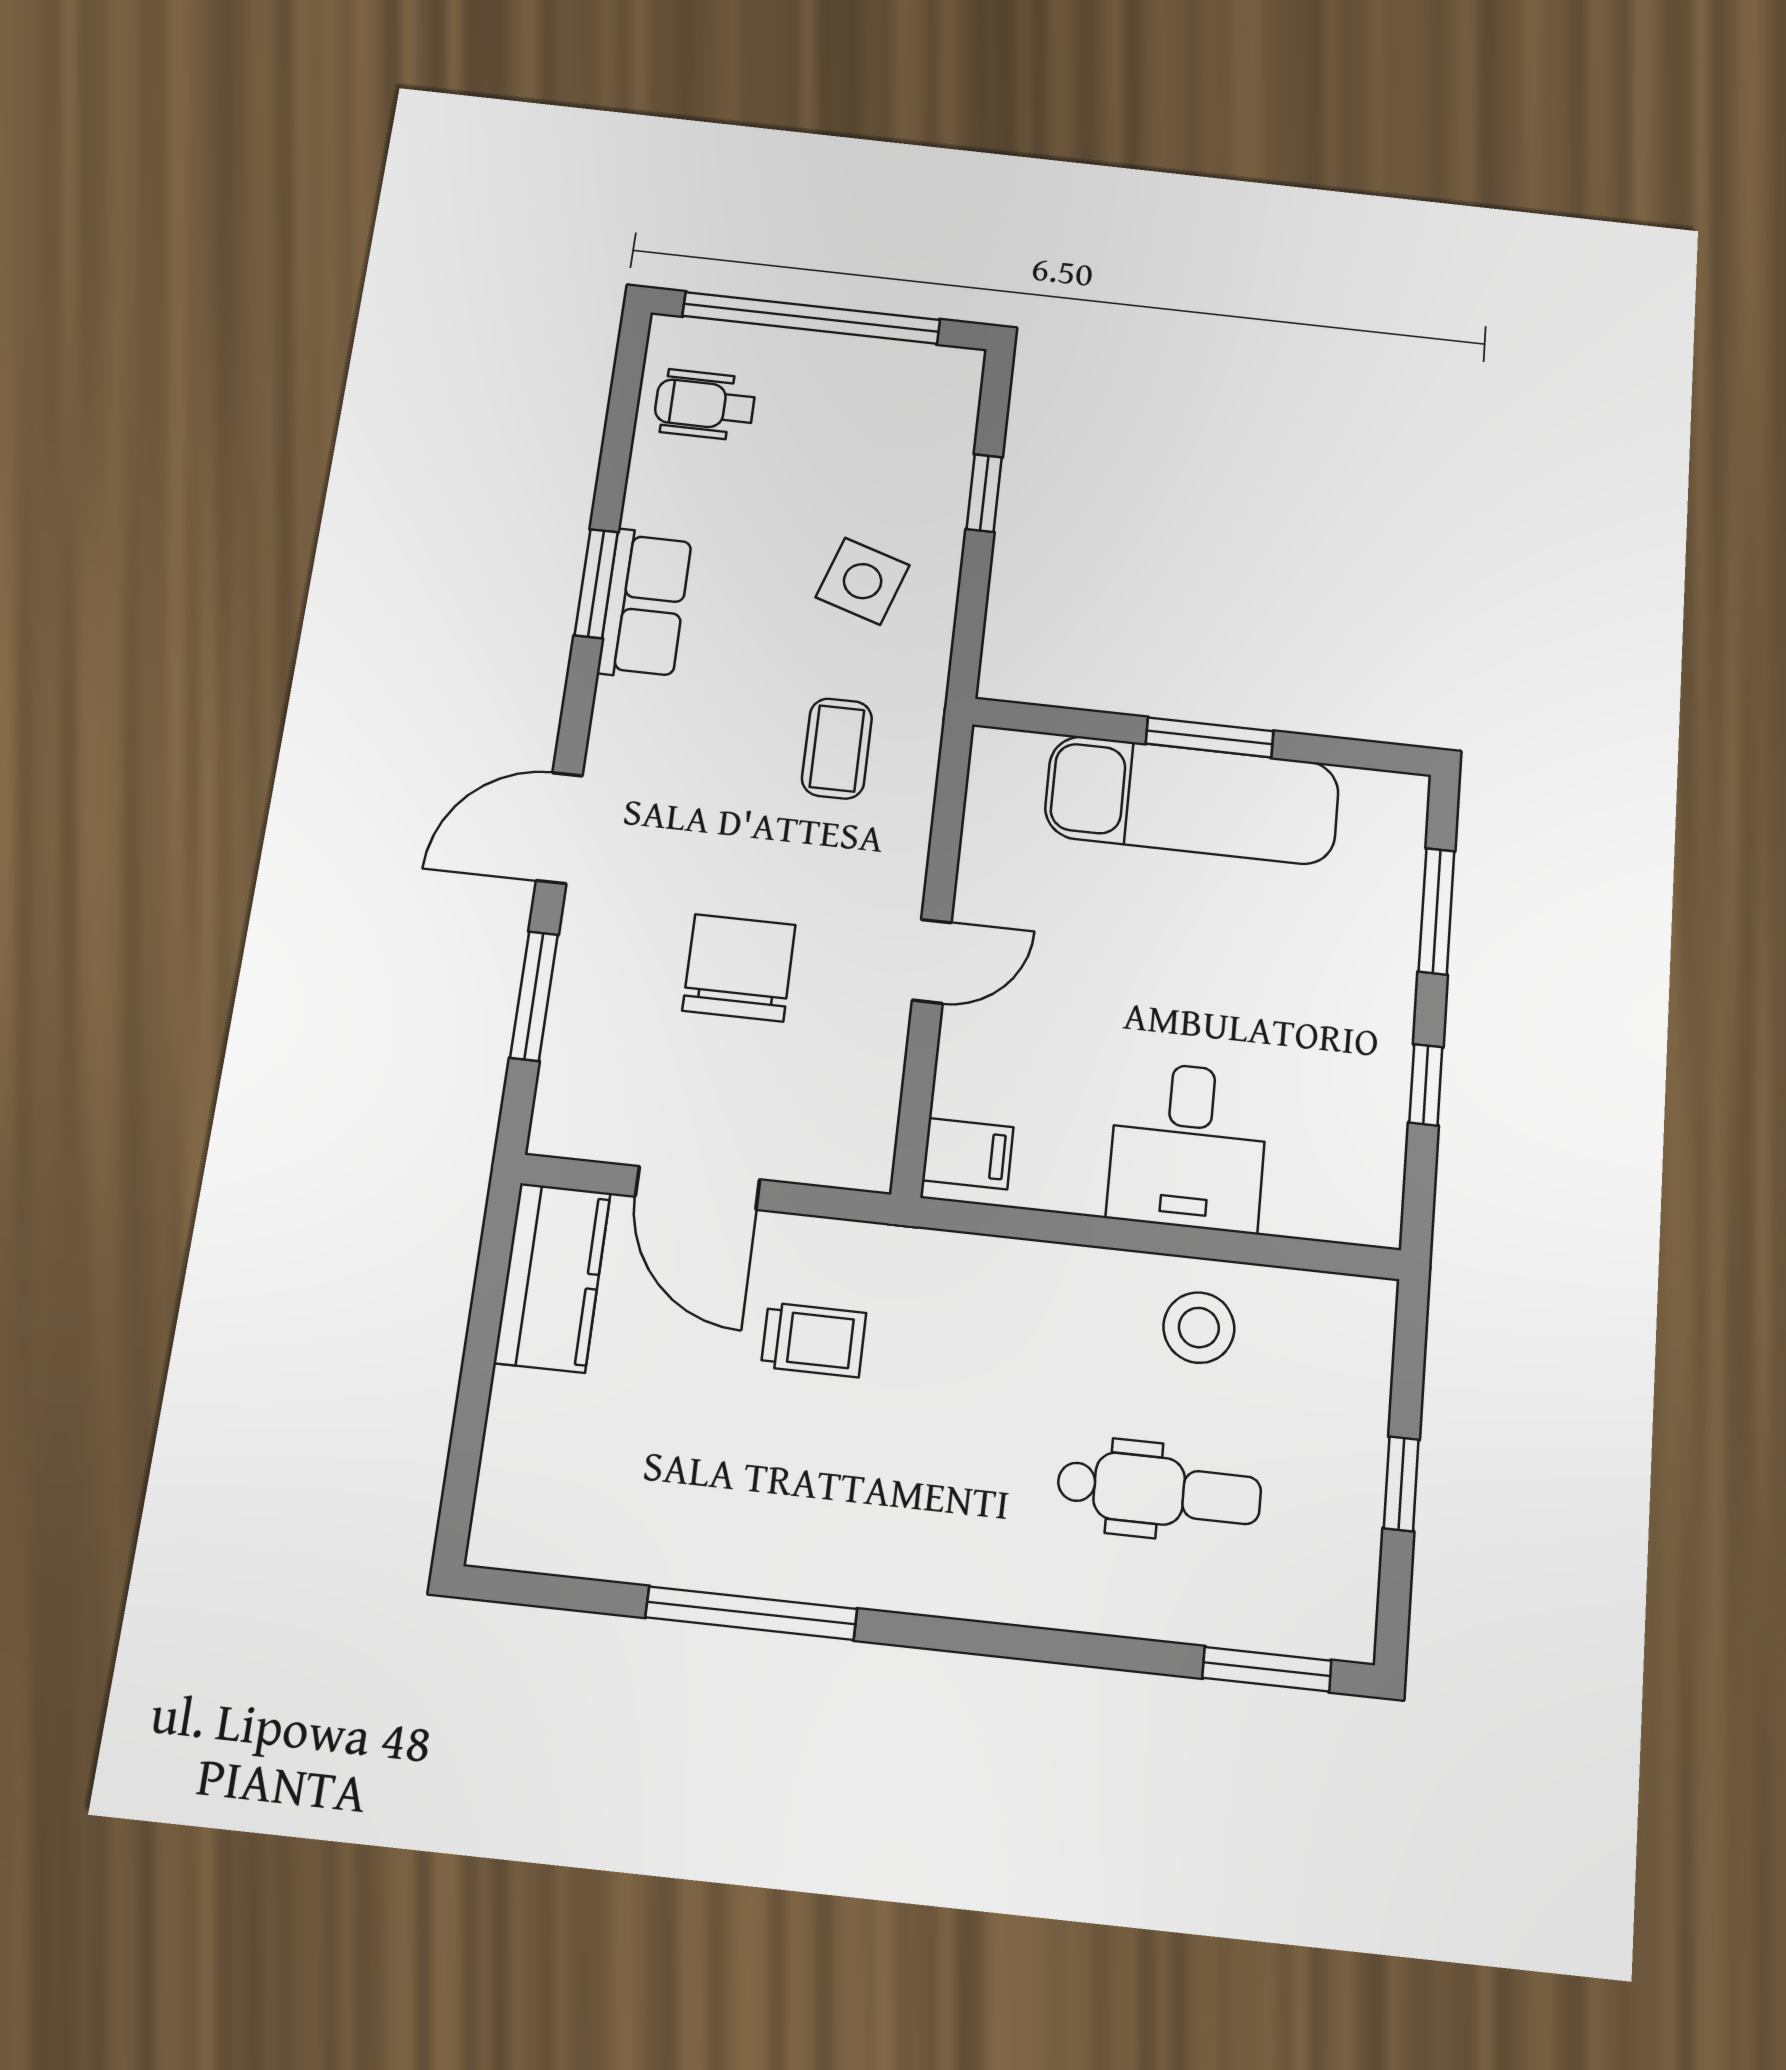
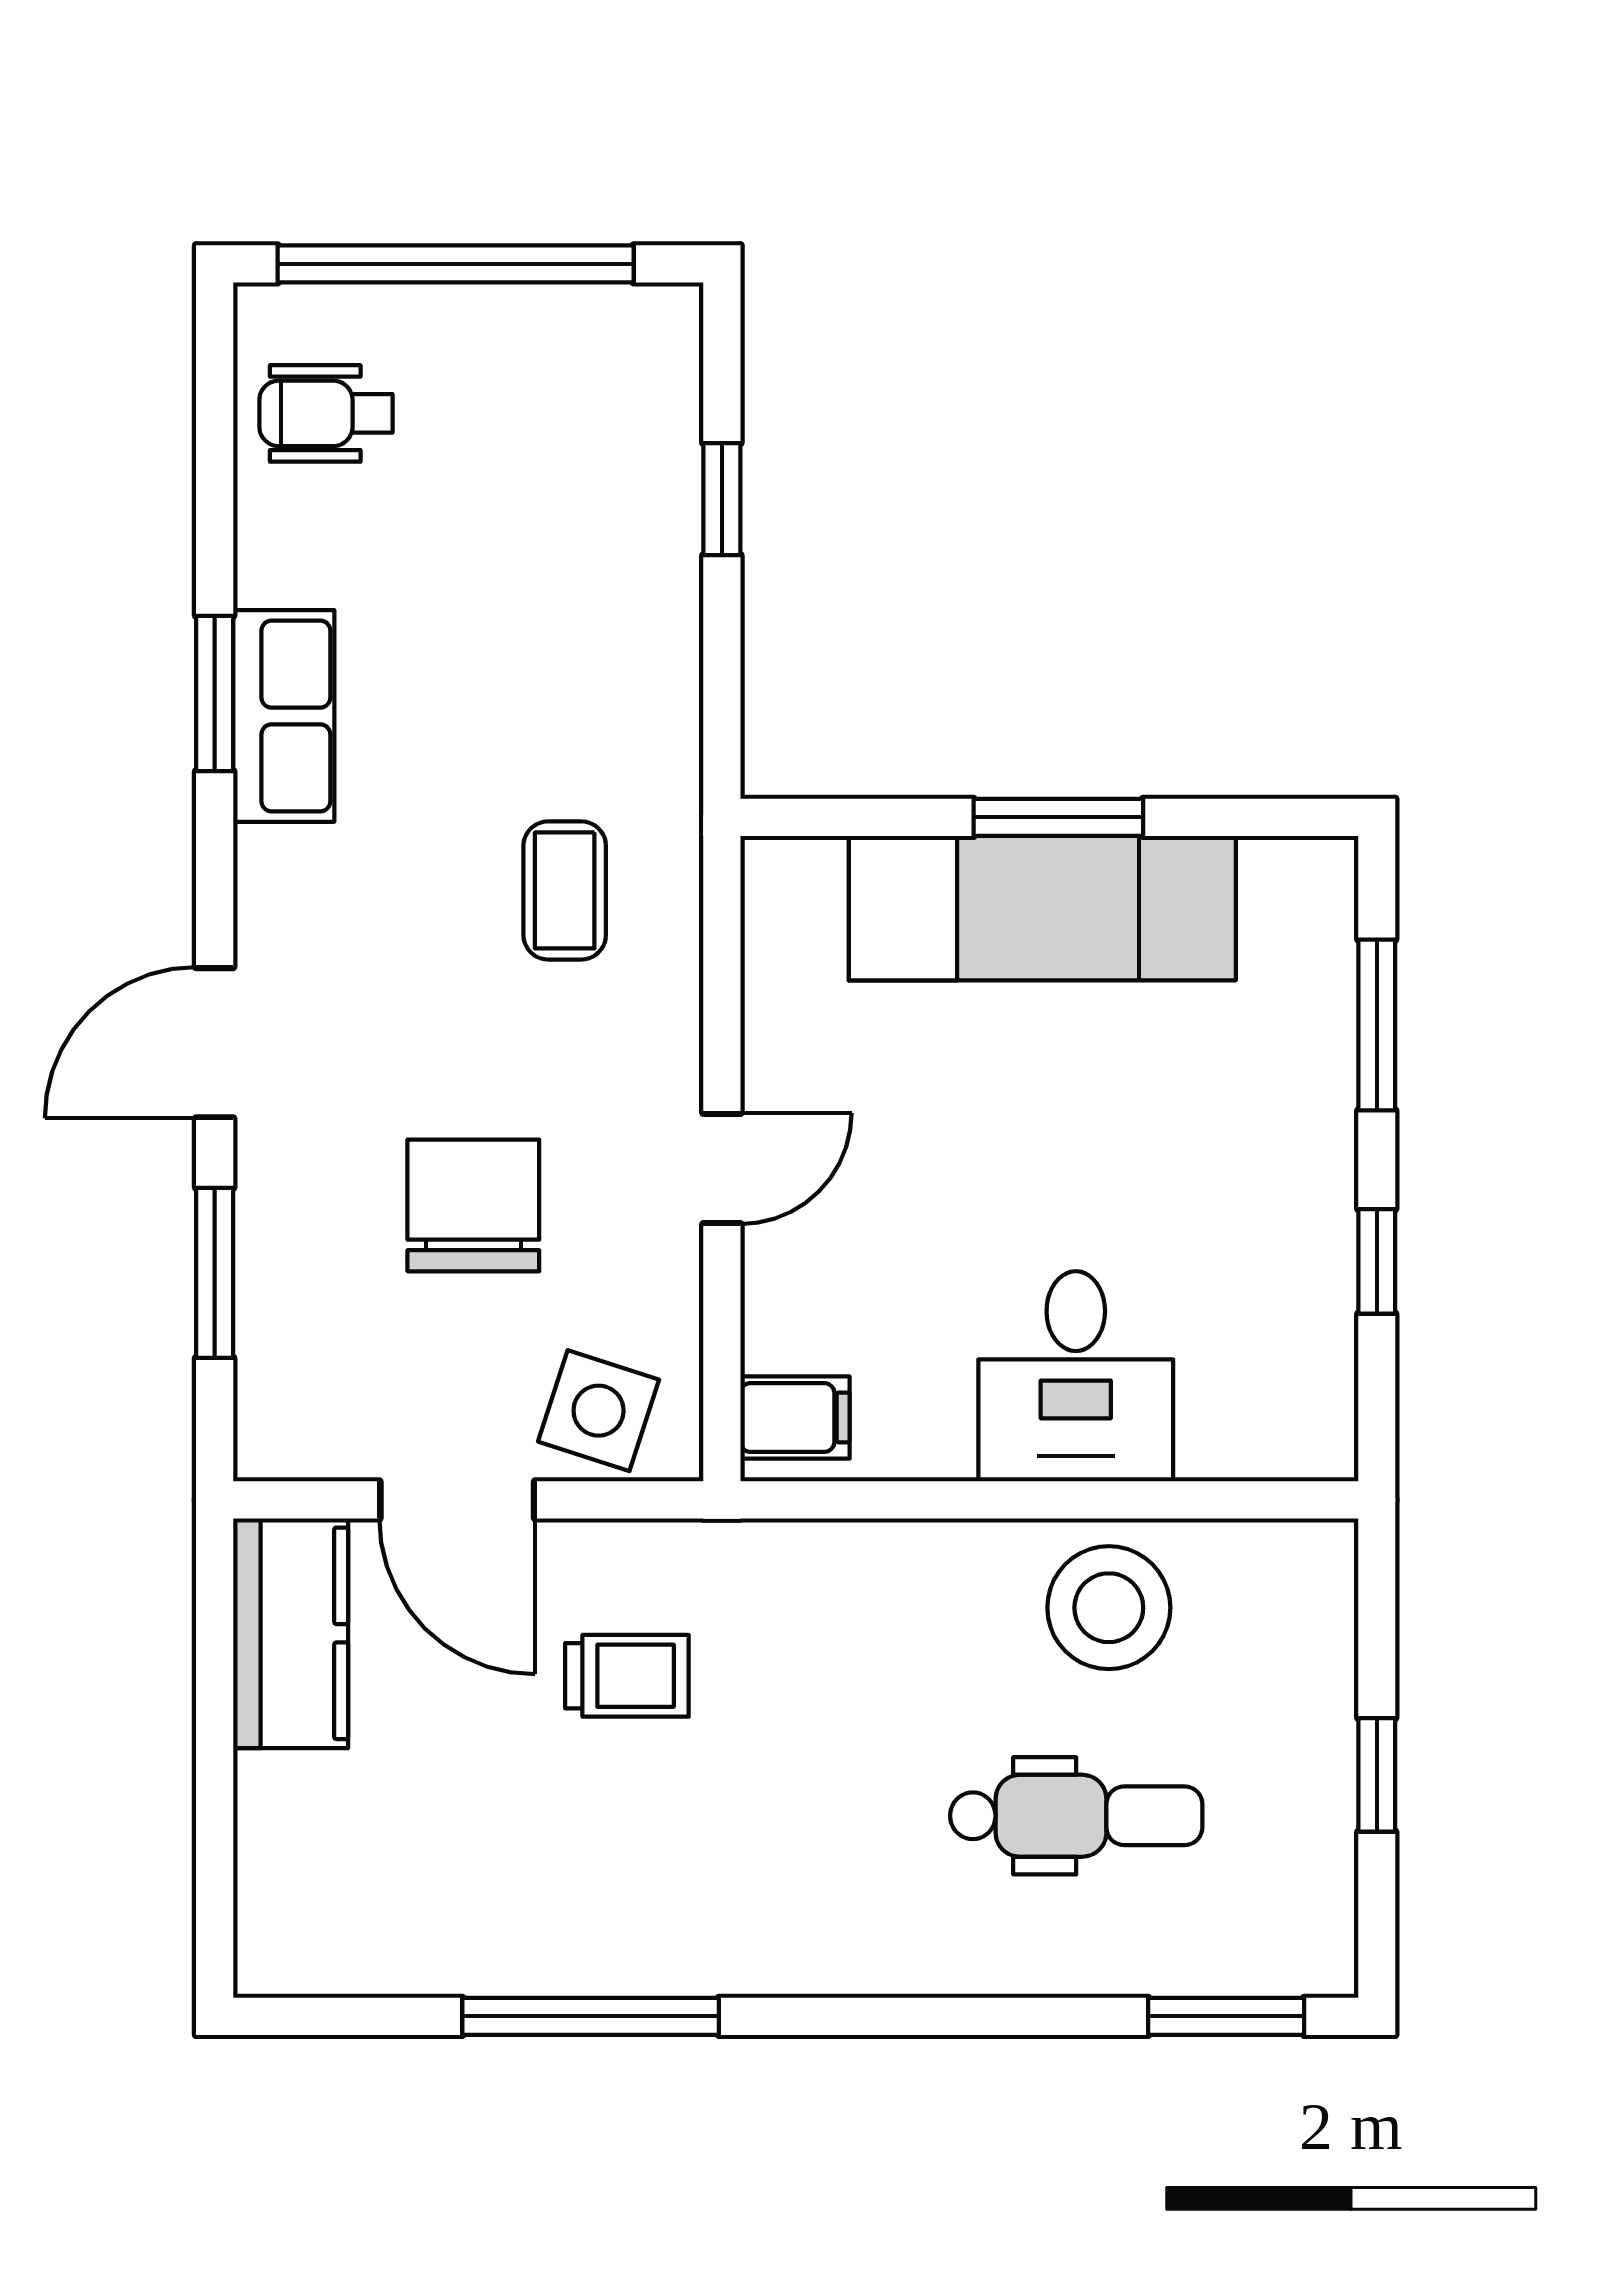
side table: (863, 581) -> (599, 1411), moved
stool: (1199, 1328) -> (1109, 1608), width x1.38, depth x1.38

